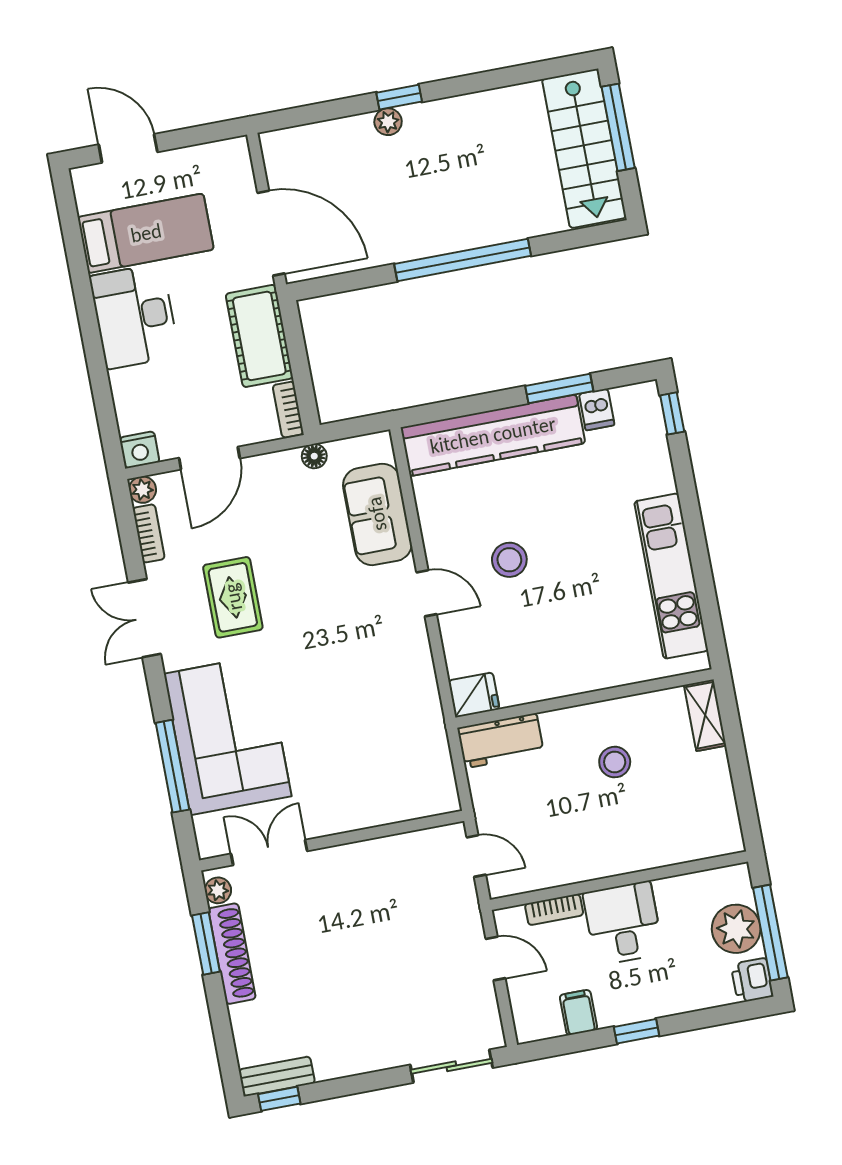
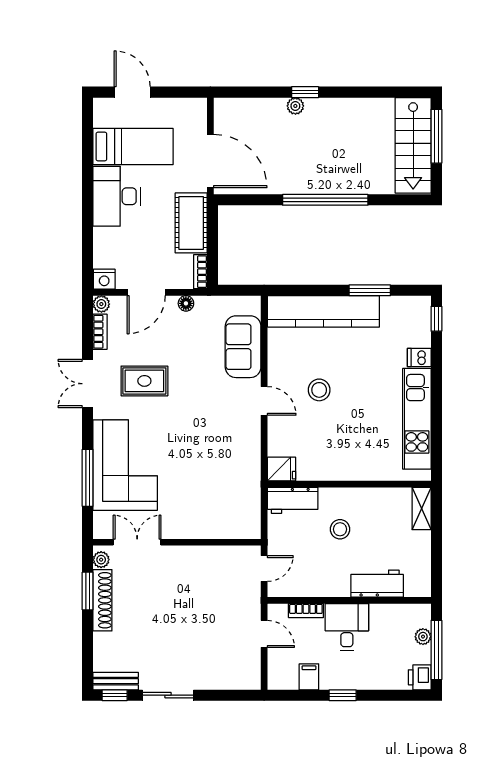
dishwasher: (597, 409) -> (419, 358), moved, turned 90
floor lamp: (314, 456) -> (186, 303), moved
rug: (233, 597) -> (144, 381), turned 90
stool: (615, 762) -> (340, 529), moved
workbench: (658, 846) -> (377, 584), added
door: (476, 856) -> (264, 569), hinge flipped
plant: (736, 929) -> (423, 637), width x0.53, depth x0.53
sliding door: (451, 1066) -> (168, 695), moved

